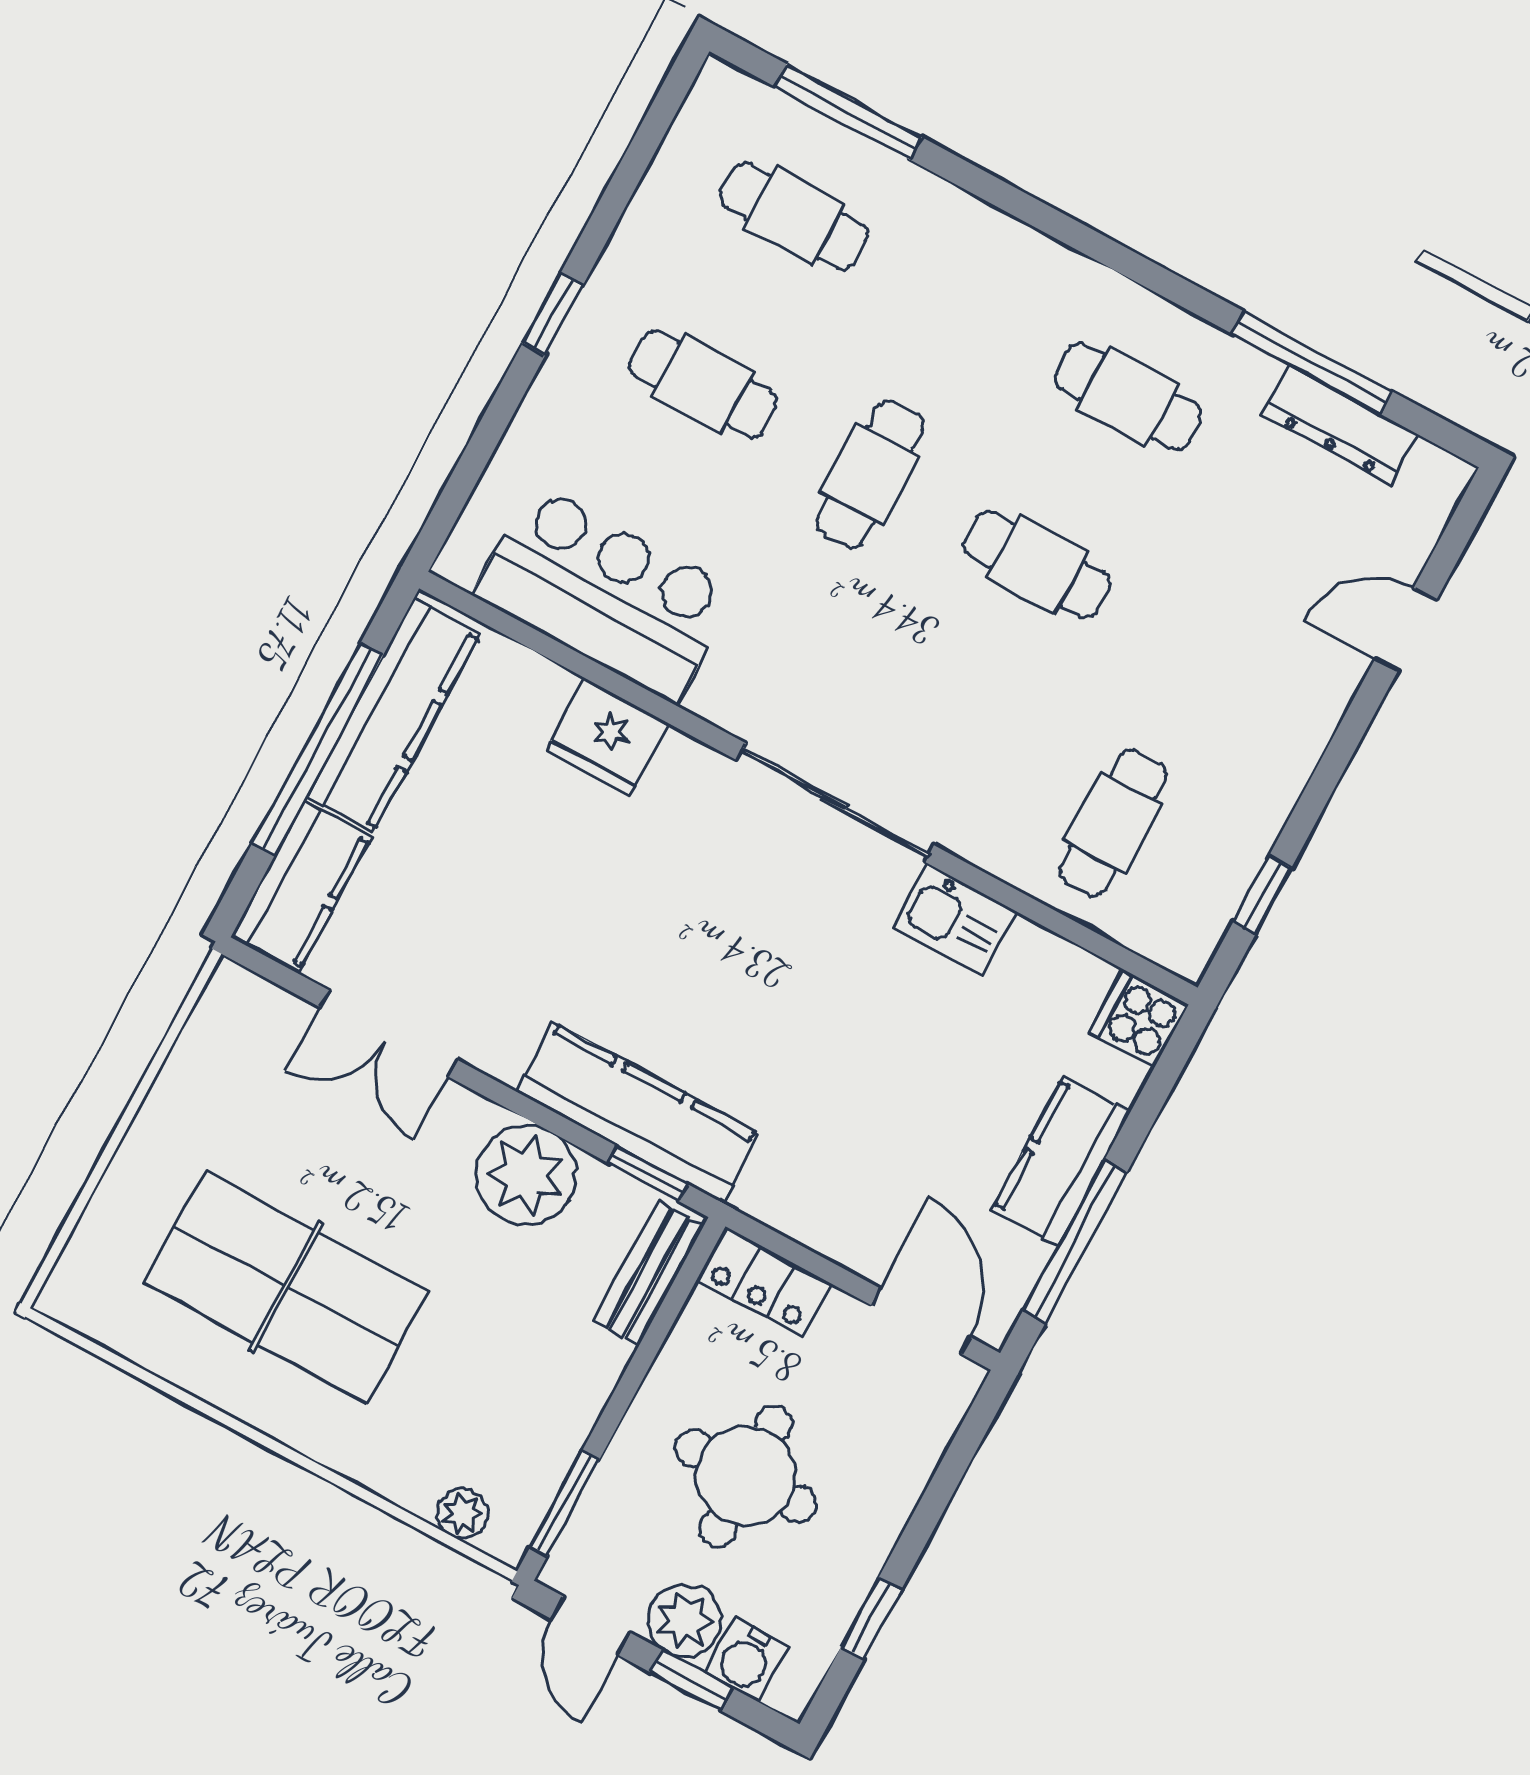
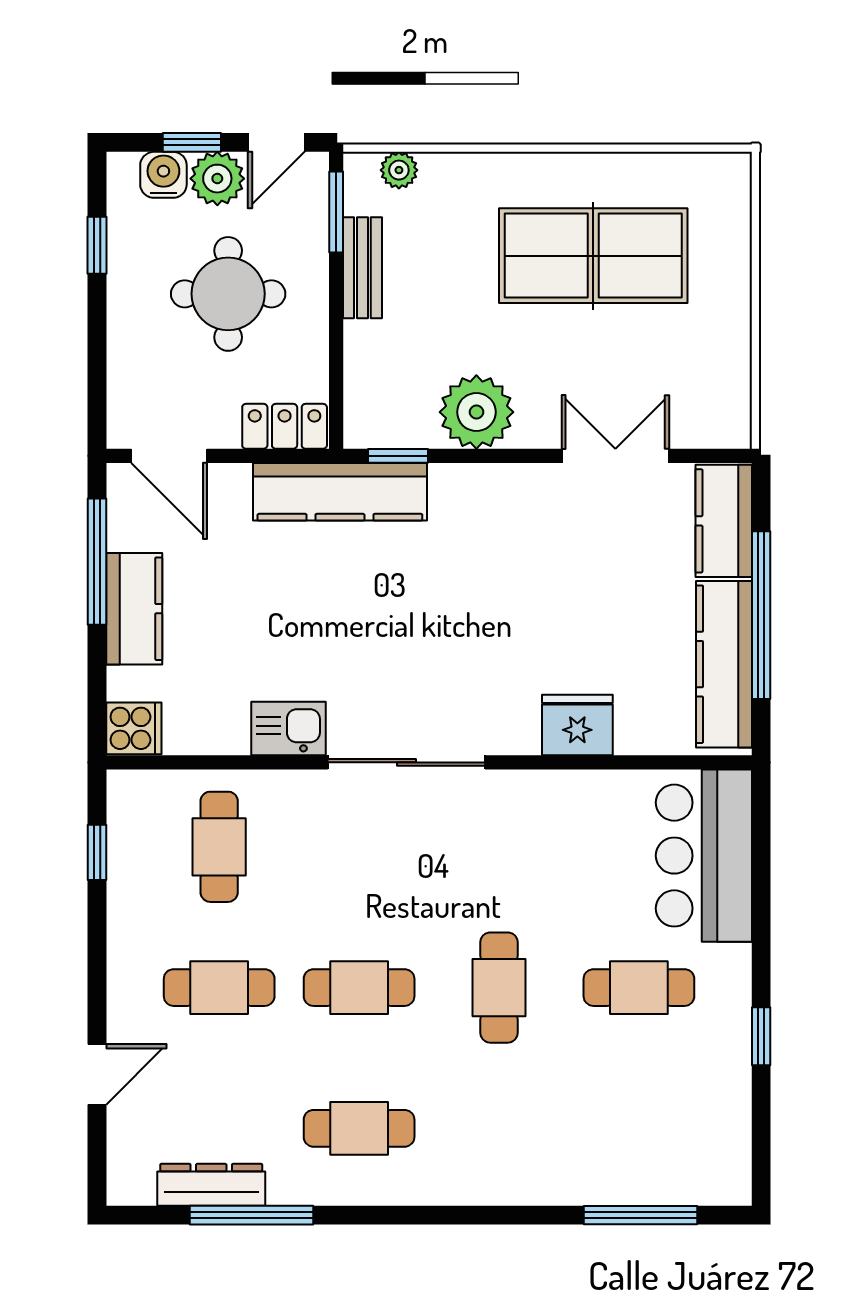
cafe table: (794, 216) -> (219, 988), moved
window: (553, 314) -> (761, 1036), moved
bar counter: (605, 593) -> (704, 856), moved, turned 90
kitchen counter: (638, 1113) -> (340, 492), moved
bench: (649, 1273) -> (362, 268), moved
door: (591, 1626) -> (276, 142), swing flipped

